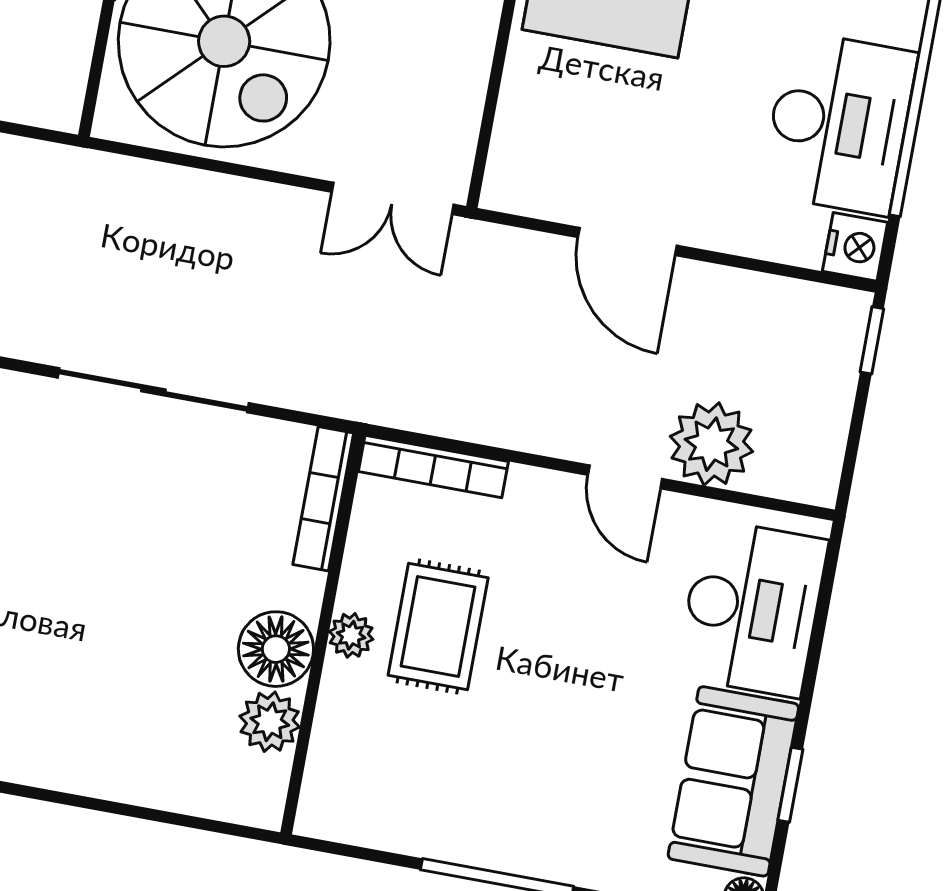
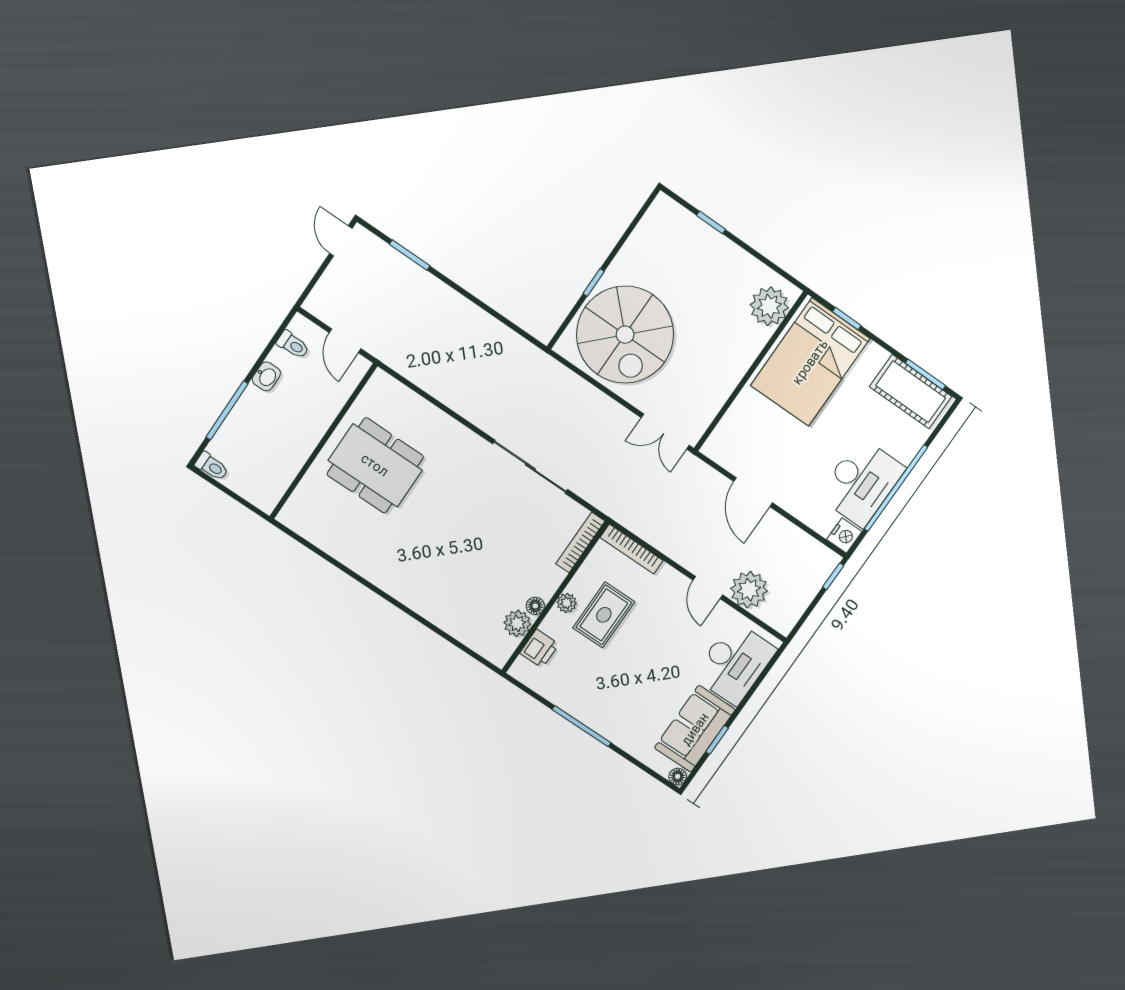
floor lamp: (276, 649) -> (535, 606), width x0.53, depth x0.53
printer: (338, 754) -> (539, 649), added

